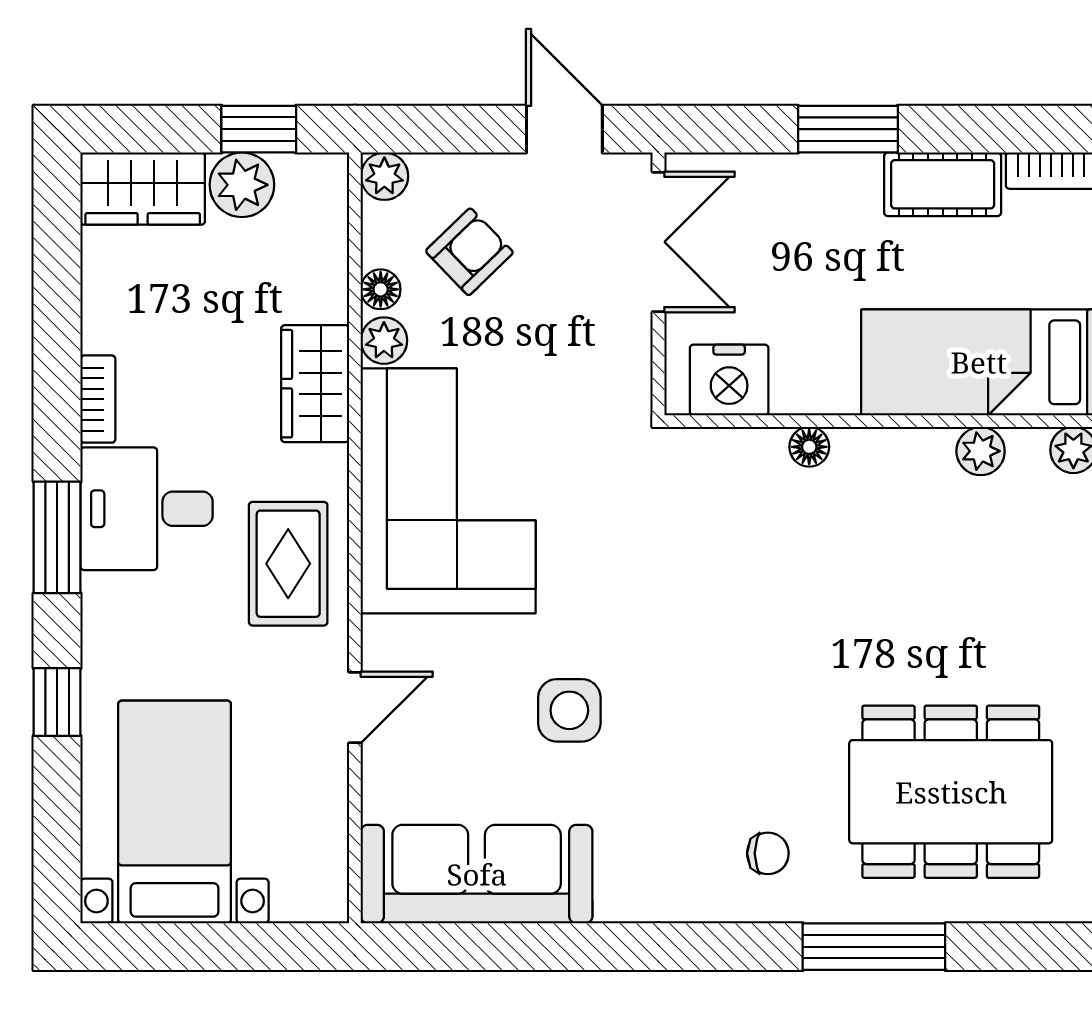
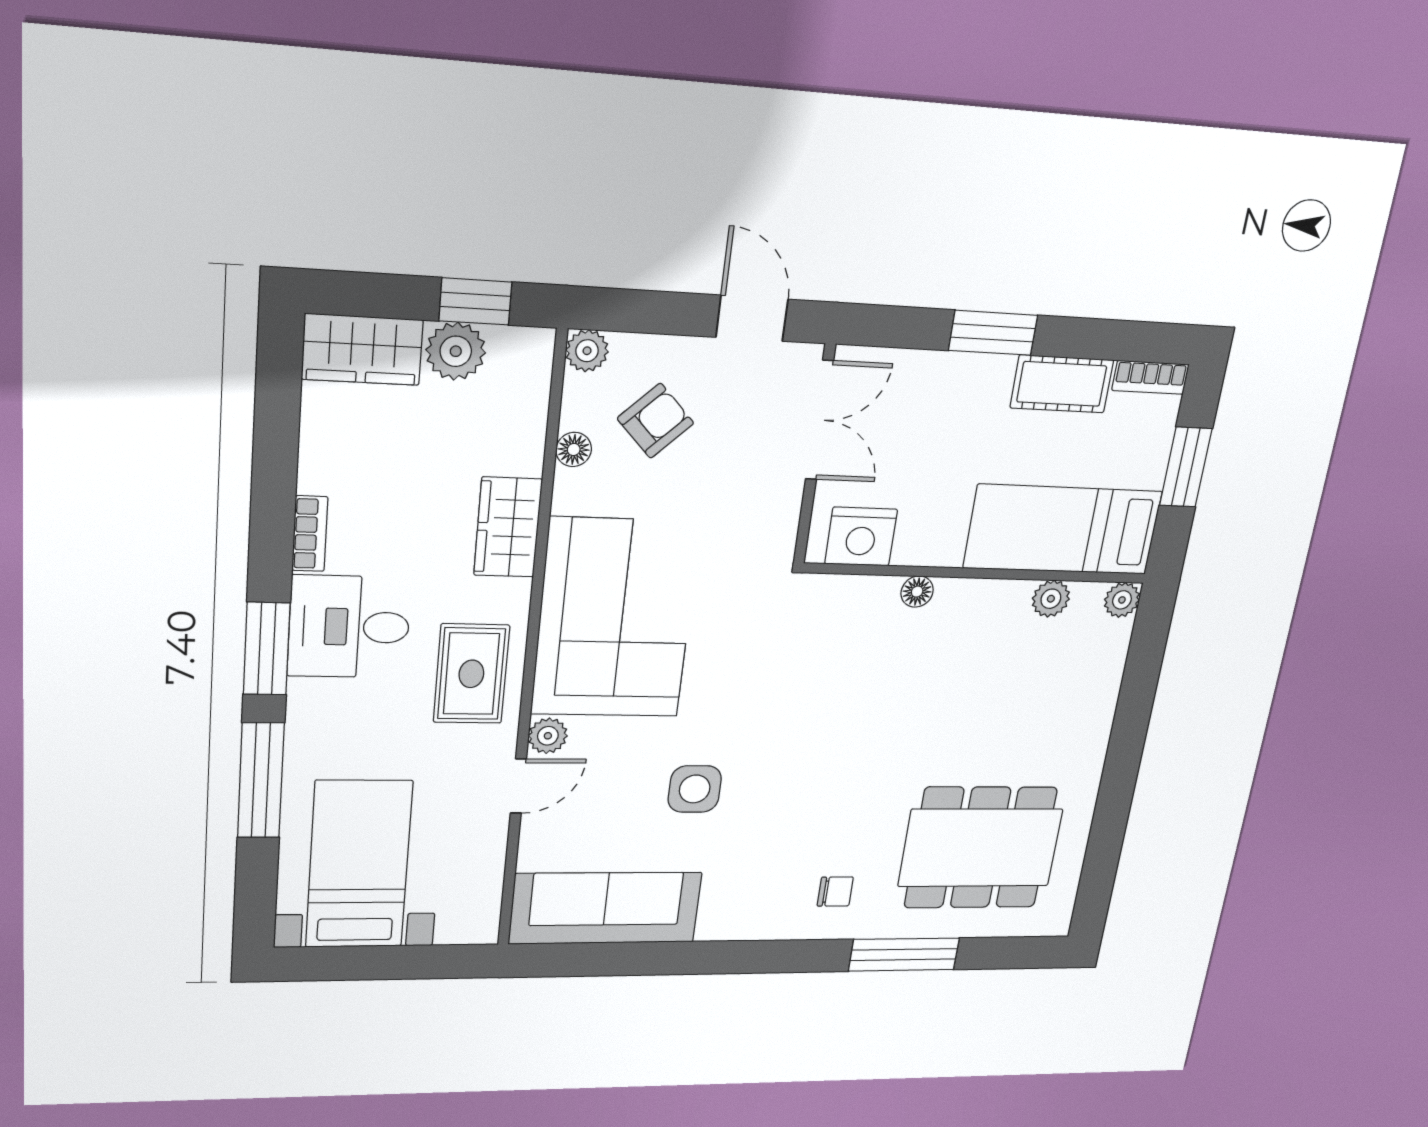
plant: (384, 341) -> (548, 736), moved
window: (57, 702) -> (261, 781), width x2.17

